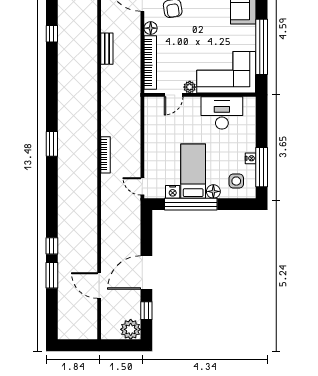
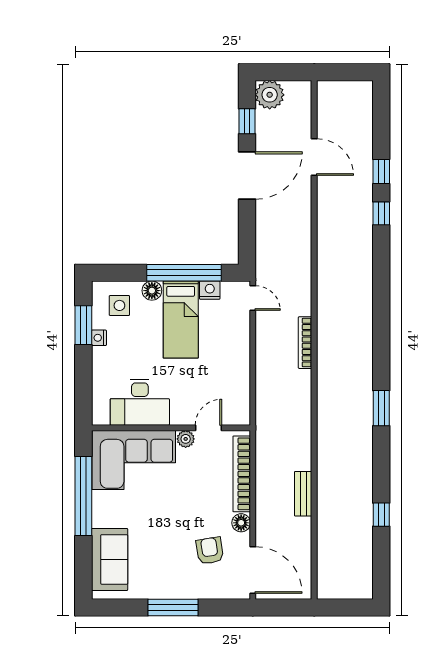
window: (52, 144) -> (381, 408), moved
window: (262, 167) -> (83, 325), width x0.69
window: (52, 275) -> (381, 172), width x0.67

